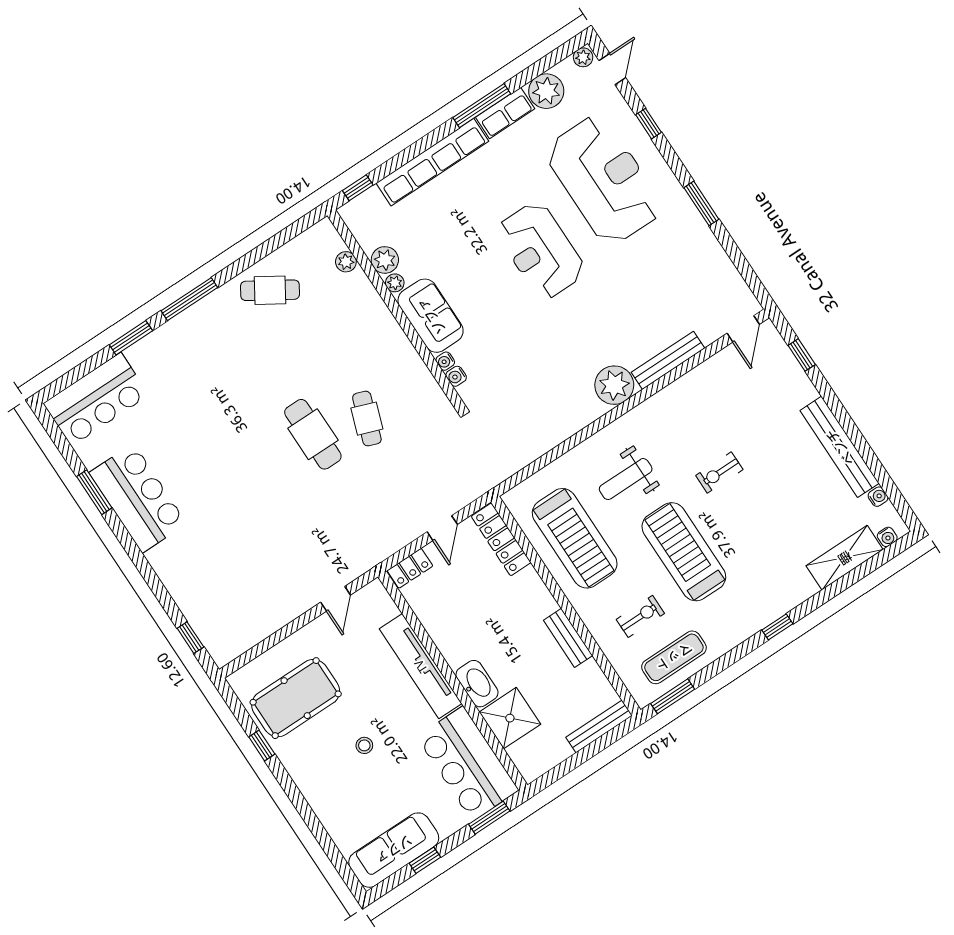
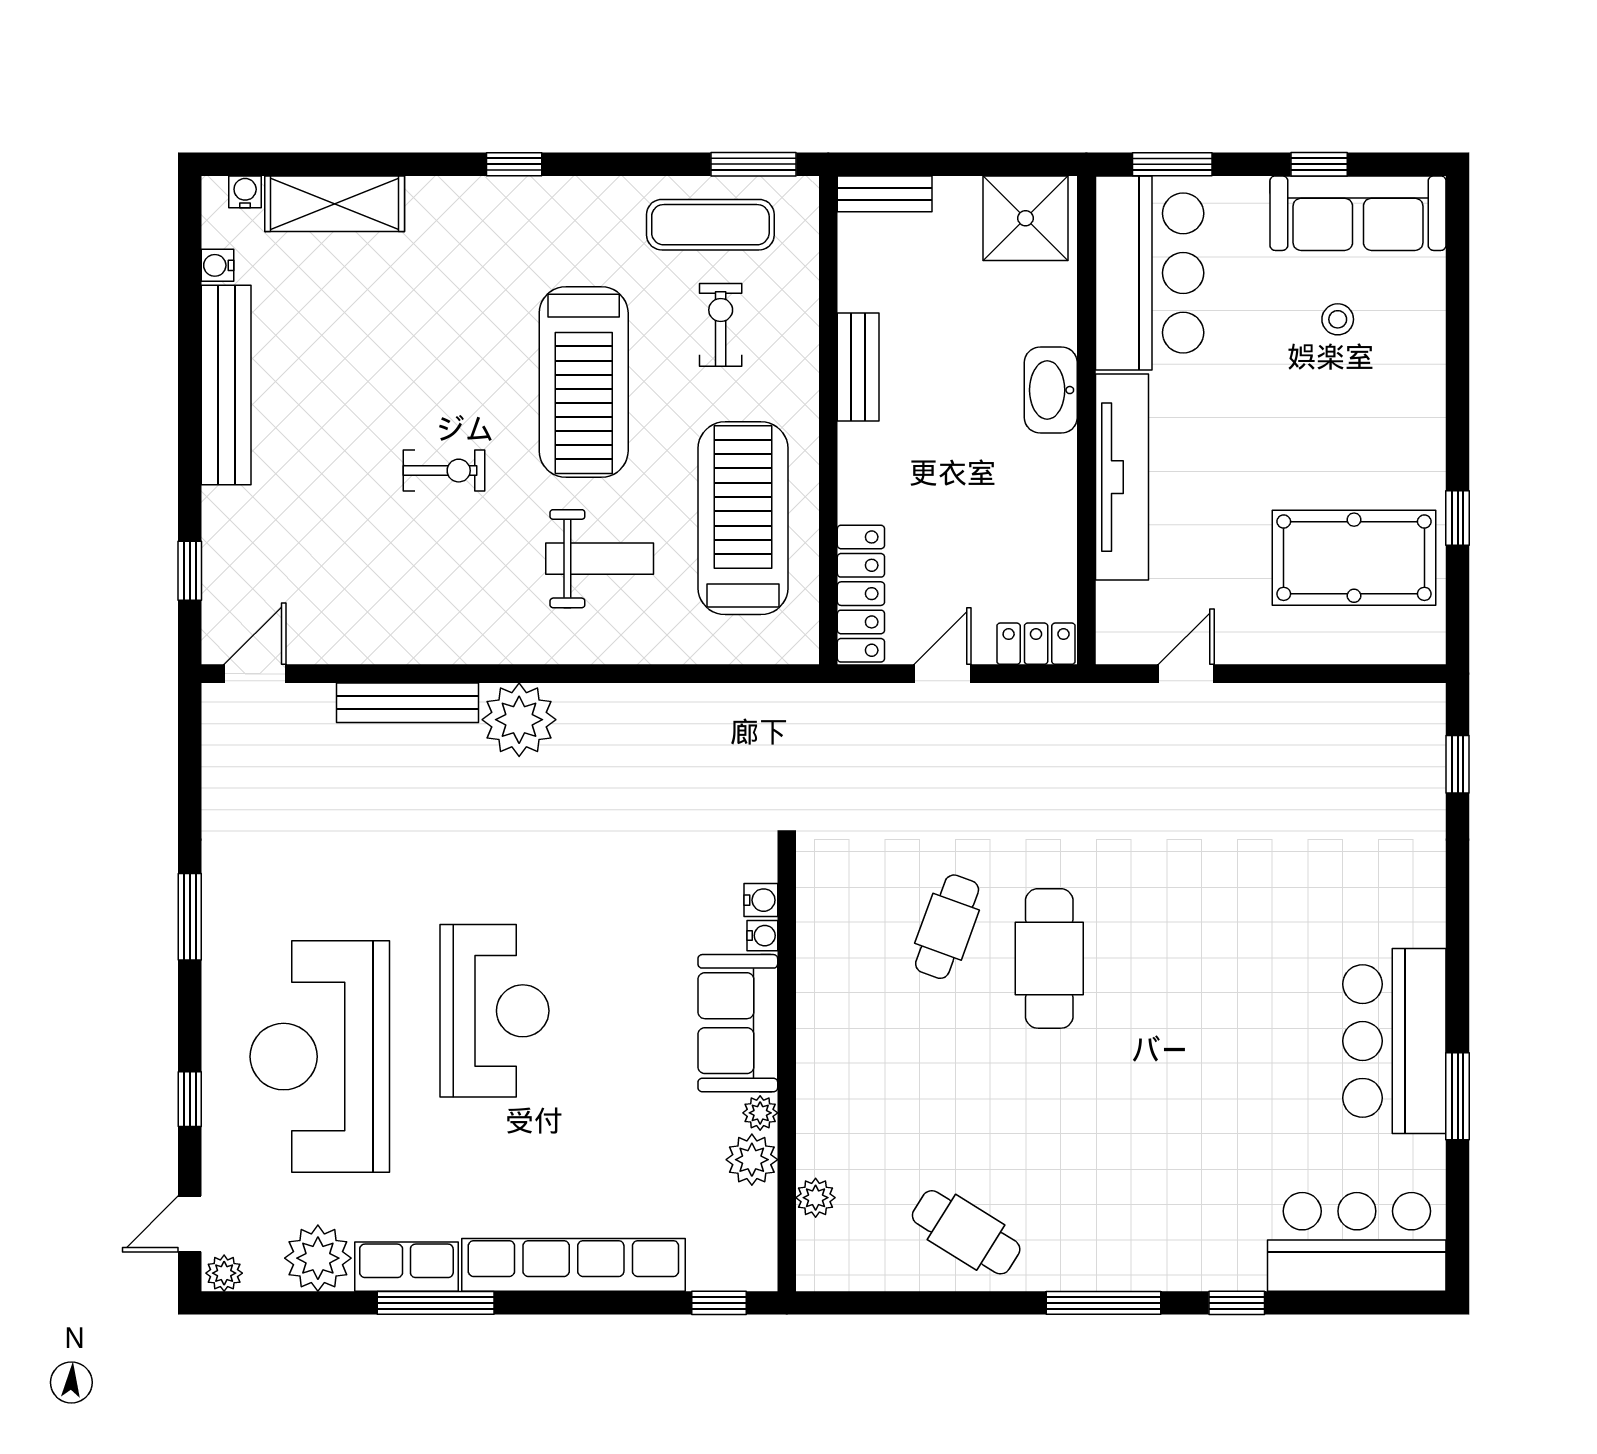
window: (131, 338) -> (1237, 1303), width x0.67
exercise bike: (640, 616) -> (721, 325), turned 90
shower: (510, 718) -> (1025, 218), moved
bench: (599, 726) -> (885, 194), width x0.73
stool: (364, 745) -> (1338, 319), moved

